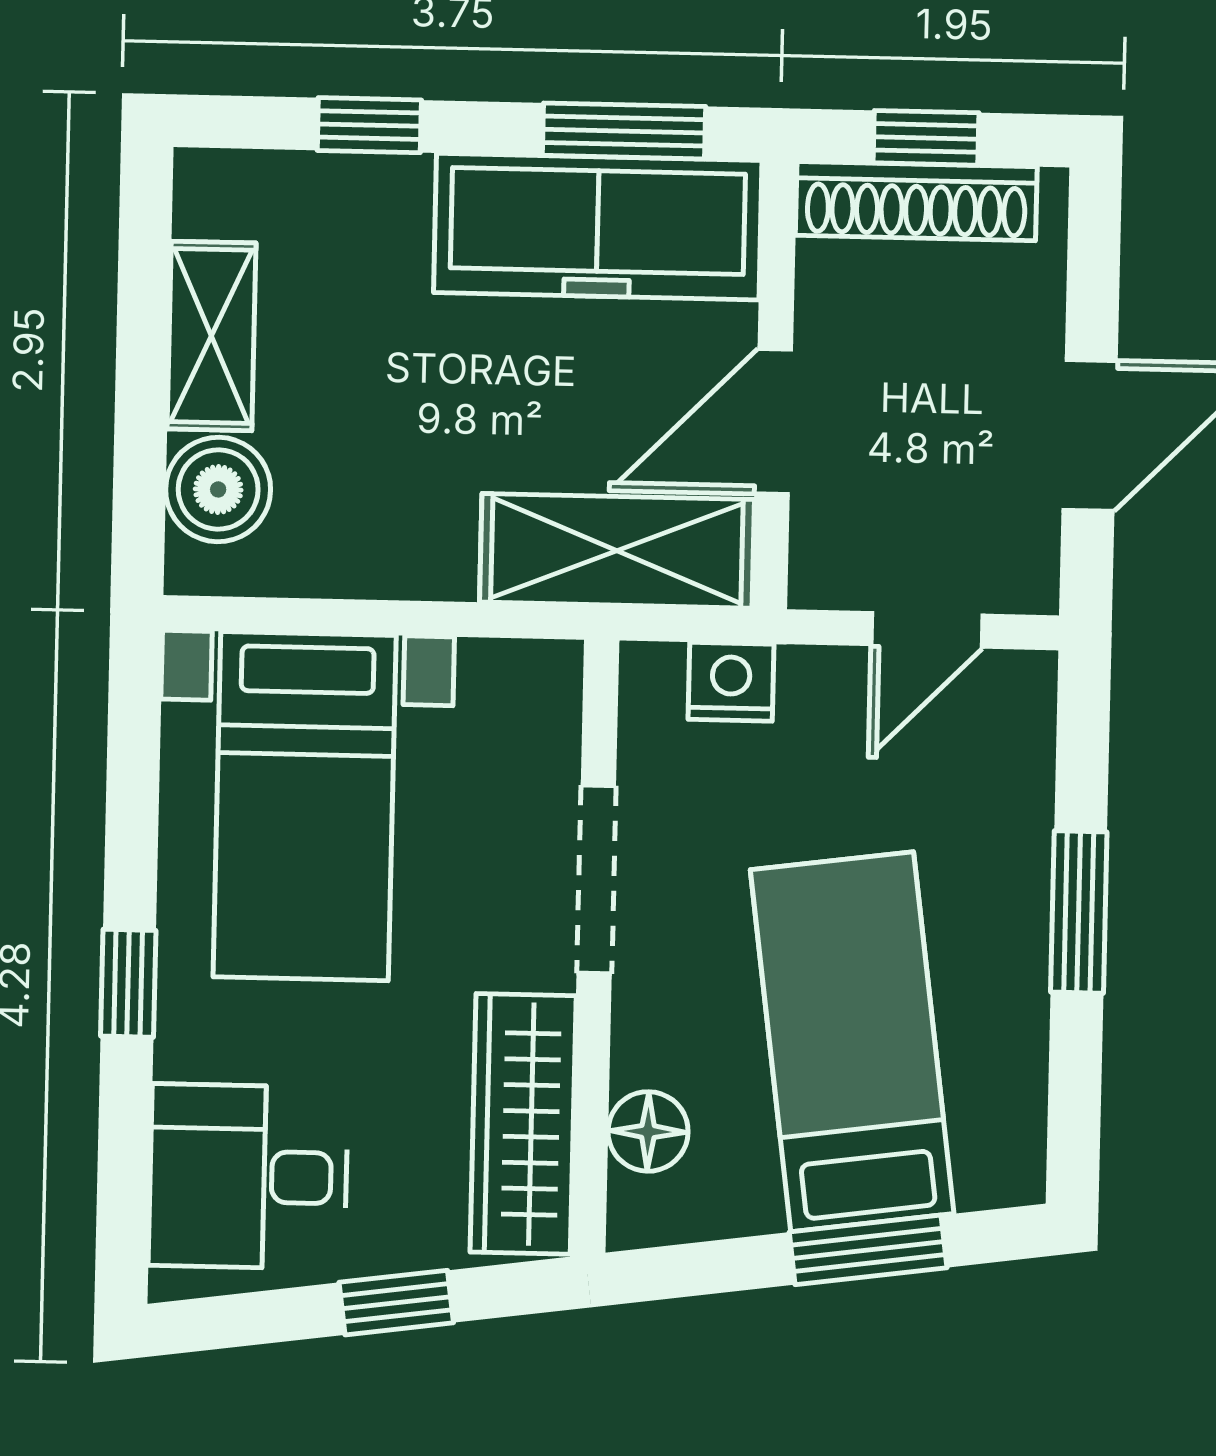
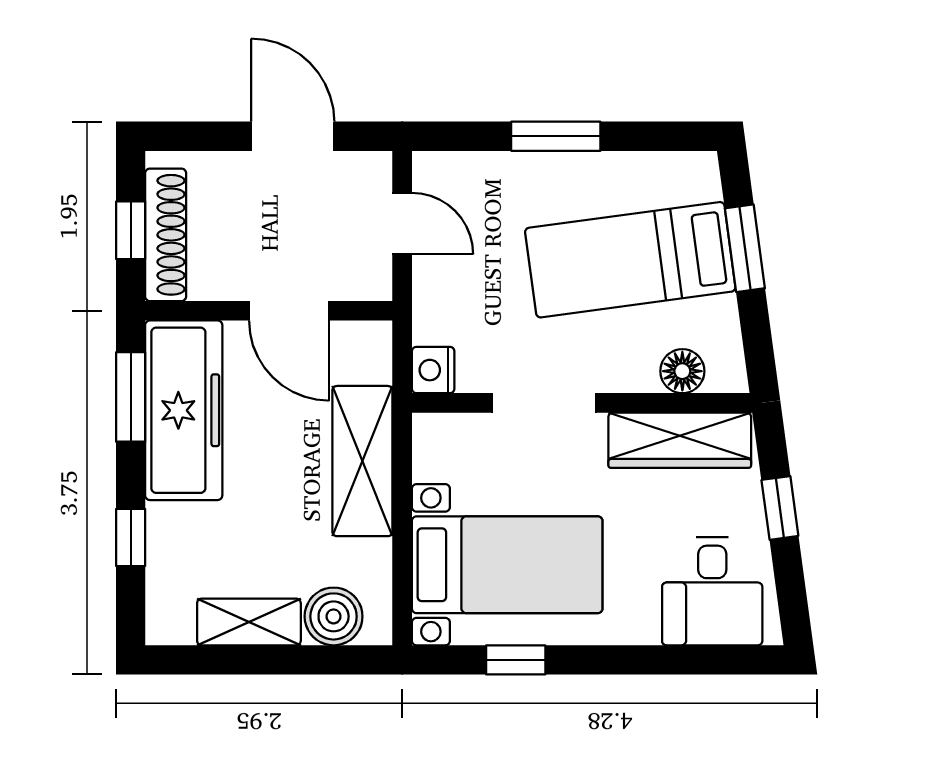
shelving: (617, 551) -> (362, 461), moved
nightstand: (731, 682) -> (433, 370), moved
window: (128, 983) -> (516, 660), moved

